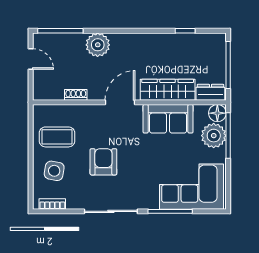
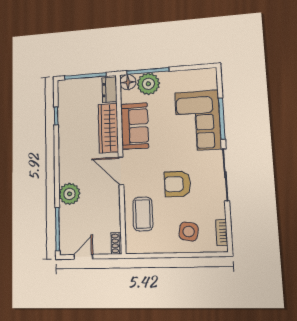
shoe rack: (76, 95) -> (116, 243), moved
coffee table: (57, 137) -> (143, 214), moved
corner sofa: (191, 187) -> (198, 121), moved

